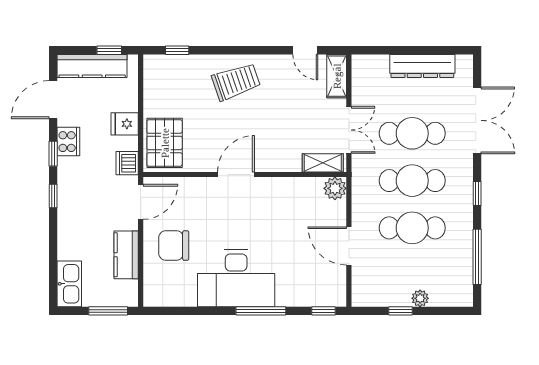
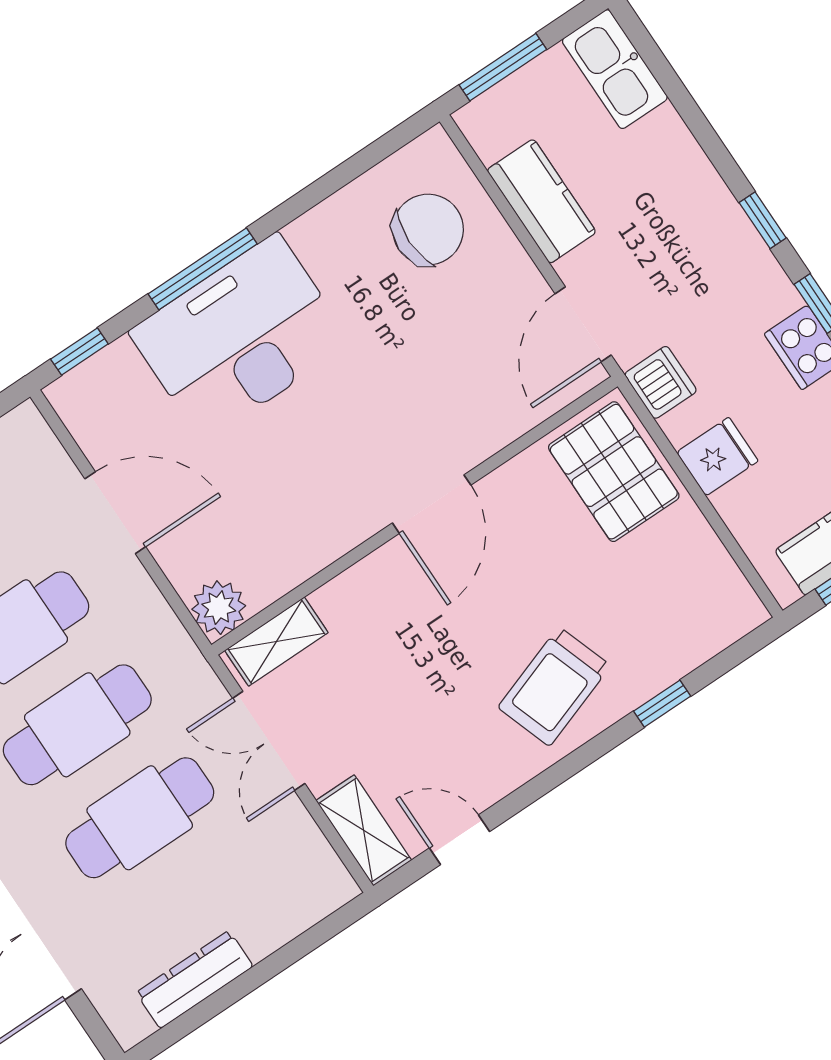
window: (177, 50) -> (662, 704), moved
dresser: (422, 66) -> (195, 979), width x0.73, depth x0.80
chair: (174, 246) -> (428, 230), moved
desk: (236, 278) -> (240, 337), moved

